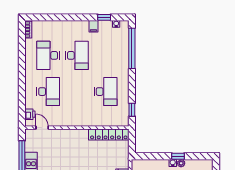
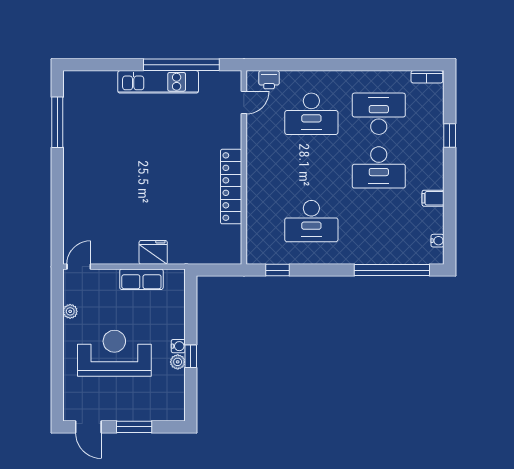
window: (104, 17) -> (450, 136), moved
locker: (109, 135) -> (231, 187), moved

